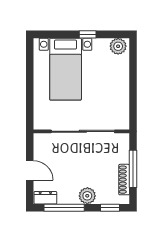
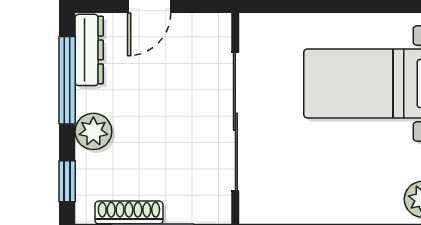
dresser: (45, 198) -> (89, 50), width x1.44

